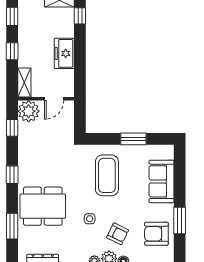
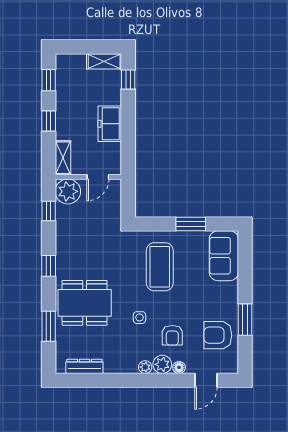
sofa: (162, 181) -> (224, 256), moved
armchair: (118, 234) -> (172, 335), turned 64

